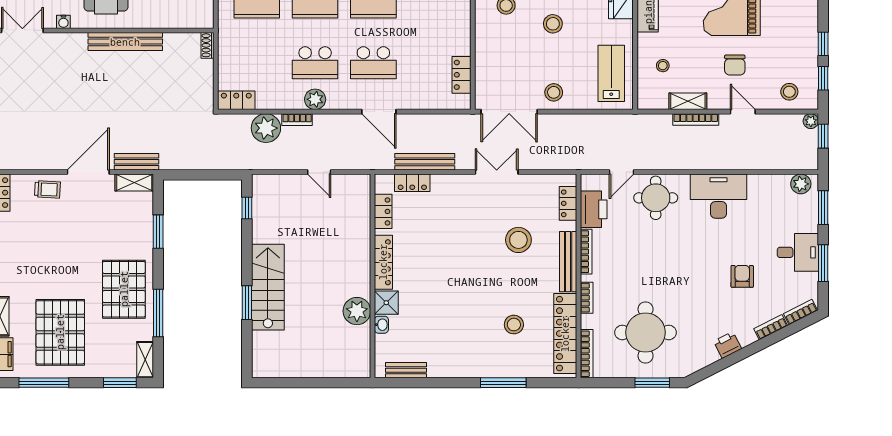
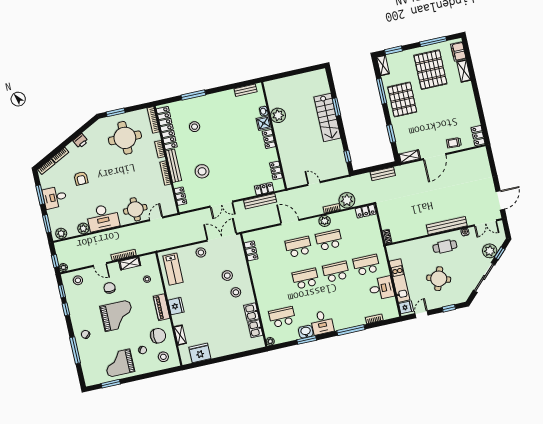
stool: (553, 24) -> (227, 276), moved
bench: (125, 42) -> (447, 225), moved
bench: (136, 162) -> (383, 174), moved
plant: (758, 184) -> (83, 228), added
printer: (594, 209) -> (166, 196), removed
locker: (383, 262) -> (269, 139), width x0.66

